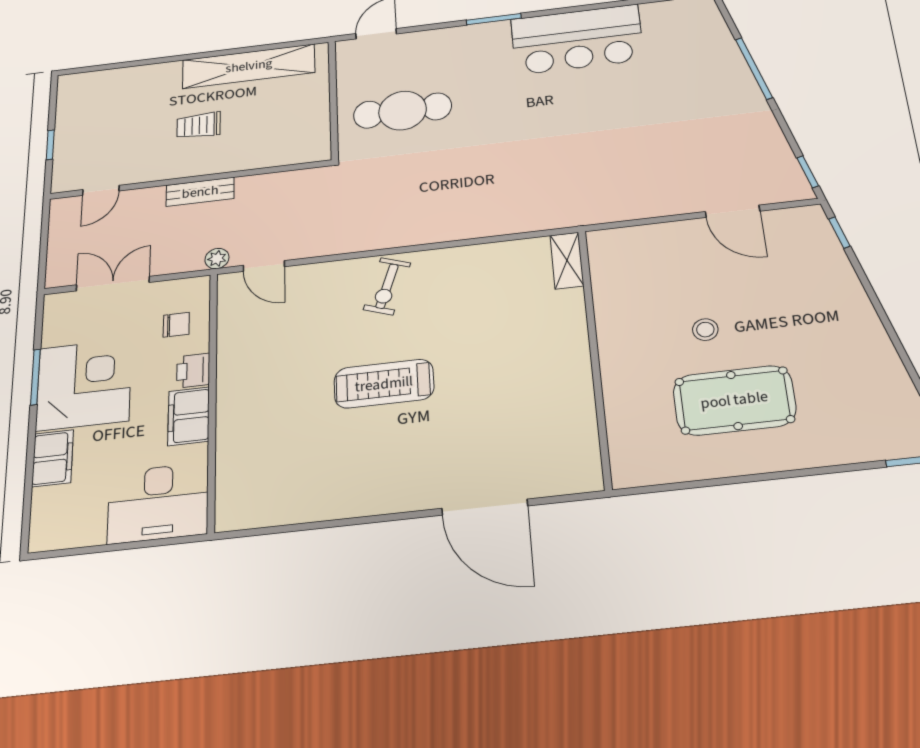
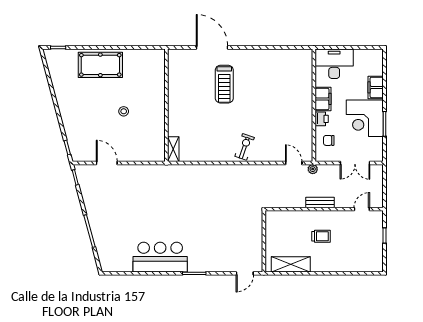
shelving: (249, 66) -> (291, 264), width x0.68
cafe table: (403, 111) -> (235, 231), removed
treadmill: (384, 384) -> (224, 84), moved, turned 90
pool table: (734, 400) -> (100, 65), moved

